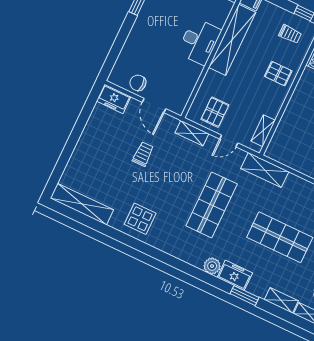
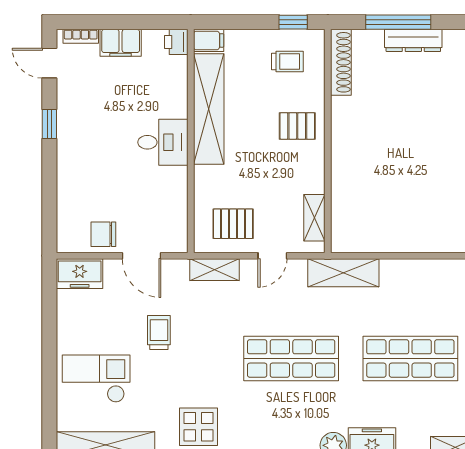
desk: (199, 41) -> (163, 142), width x0.73
pallet: (215, 112) -> (233, 224), turned 90
checkout: (95, 163) -> (96, 379), added
shop shelf: (212, 205) -> (291, 358), turned 90

